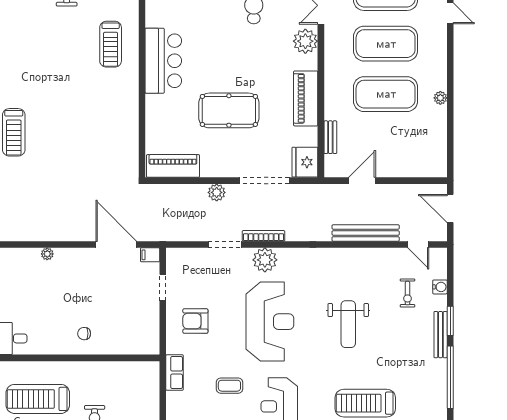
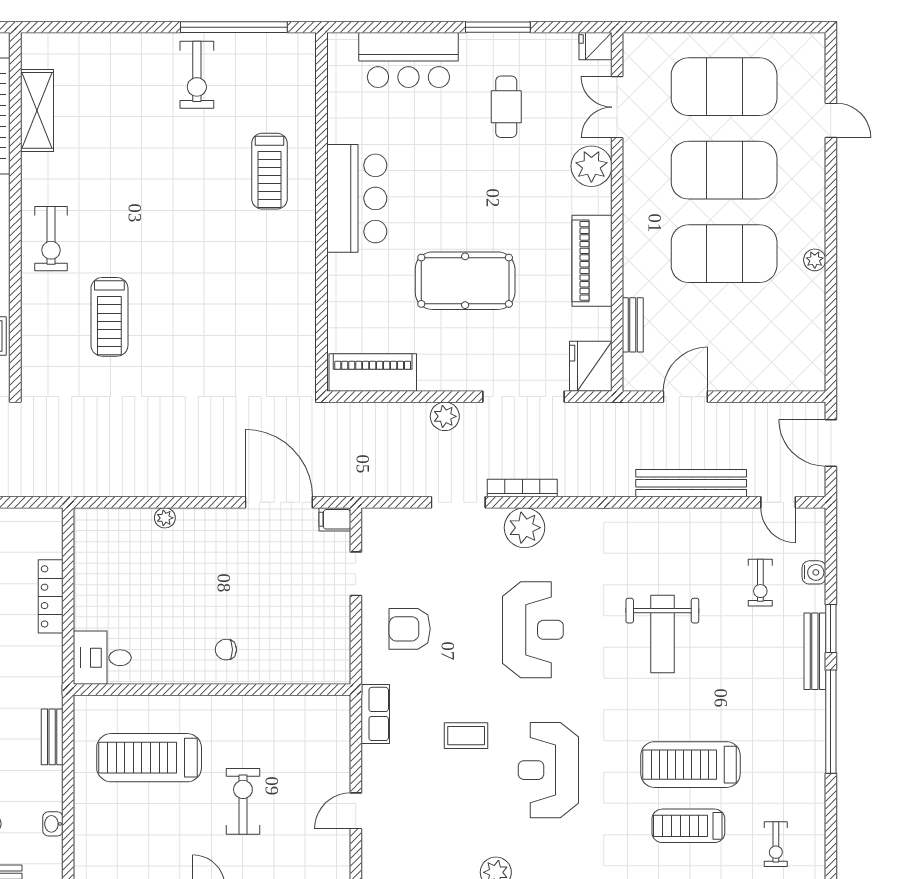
reception desk: (270, 322) -> (533, 630), width x0.74, depth x0.77

